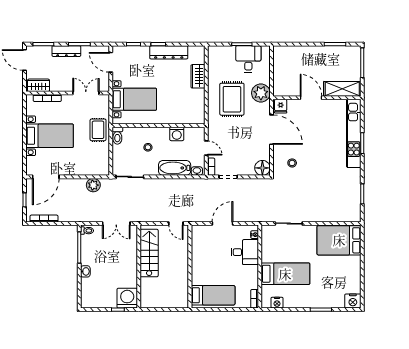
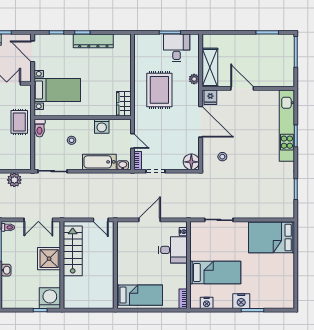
wardrobe: (198, 76) -> (124, 104), moved
shelving: (342, 89) -> (210, 68), moved, turned 90
plant: (261, 93) -> (194, 79), width x0.53, depth x0.53
shower: (126, 260) -> (49, 259), added
nightstand: (353, 301) -> (241, 301), moved

